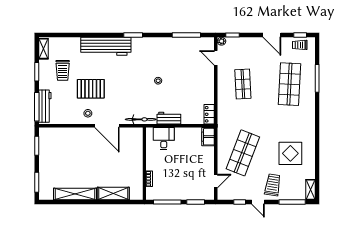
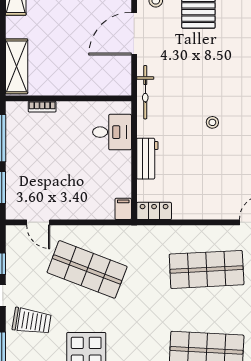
shop shelf: (243, 84) -> (207, 269), width x1.43, depth x1.36
workbench: (169, 118) -> (147, 159), moved
filing cabinet: (208, 137) -> (123, 209), width x0.50
shelving: (113, 194) -> (17, 66), moved

